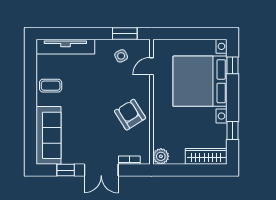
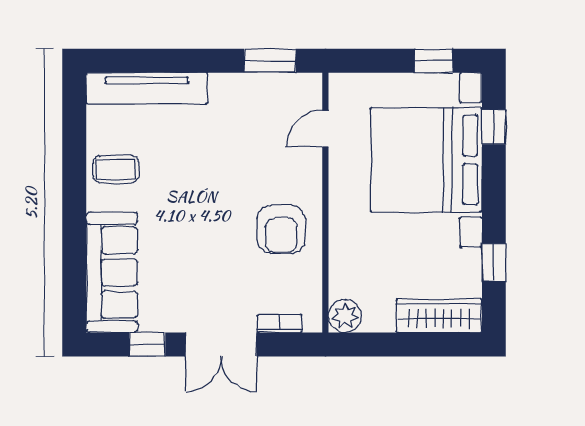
window: (204, 33) -> (434, 61), added
side table: (121, 56) -> (262, 107), removed
armchair: (130, 115) -> (281, 229), turned -148

